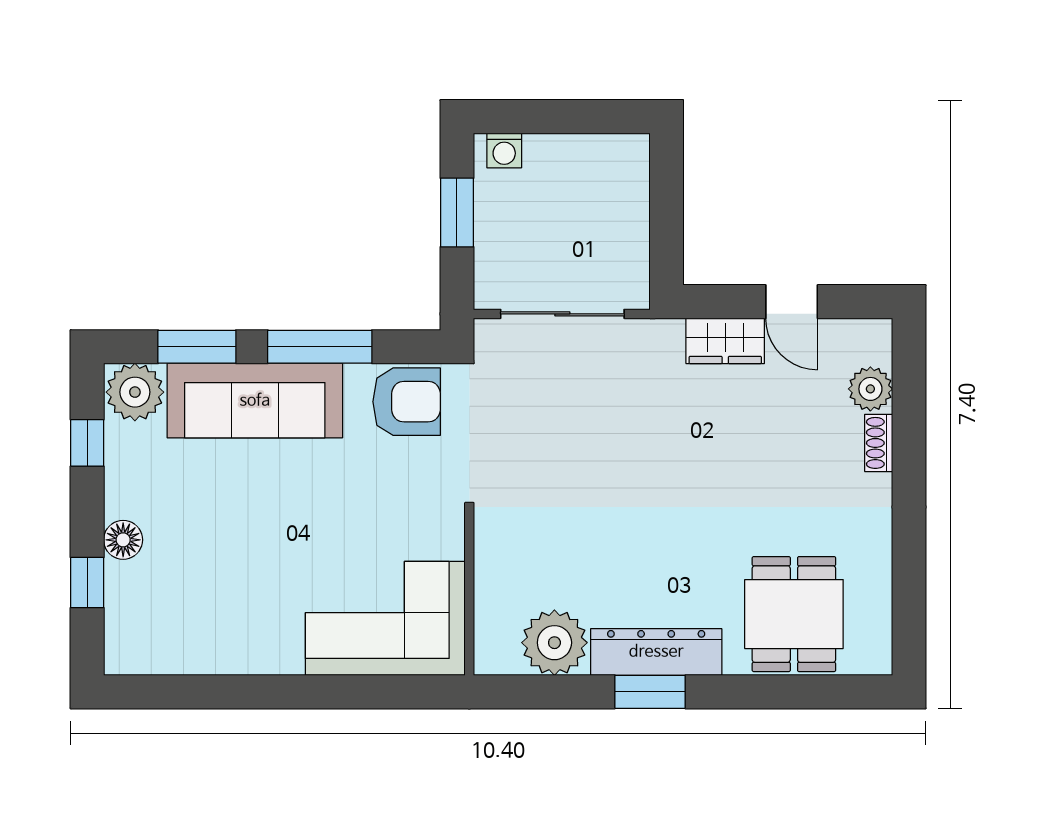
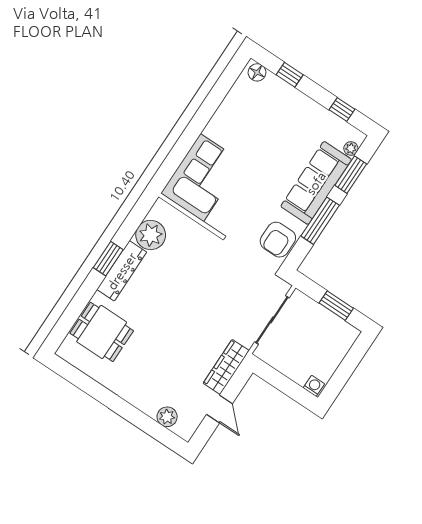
washing machine: (504, 150) -> (314, 386), moved, turned 90
door: (792, 302) -> (219, 409), swing flipped
wardrobe: (725, 341) -> (226, 367), width x1.50
plant: (135, 392) -> (351, 148), width x0.53, depth x0.53
shoe rack: (879, 443) -> (145, 406), removed
floor lamp: (123, 540) -> (257, 72), moved

